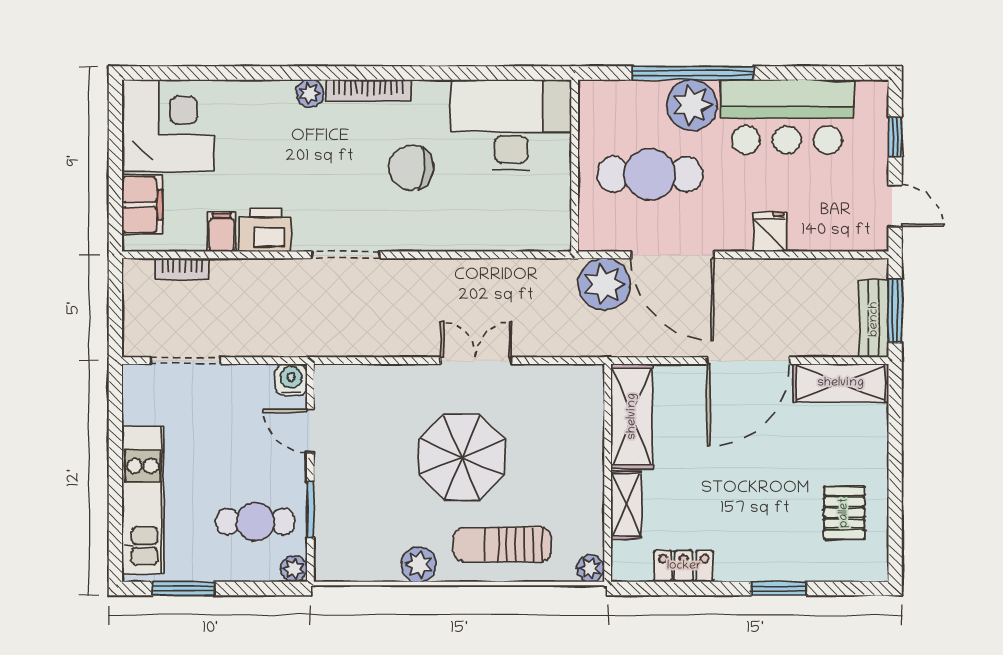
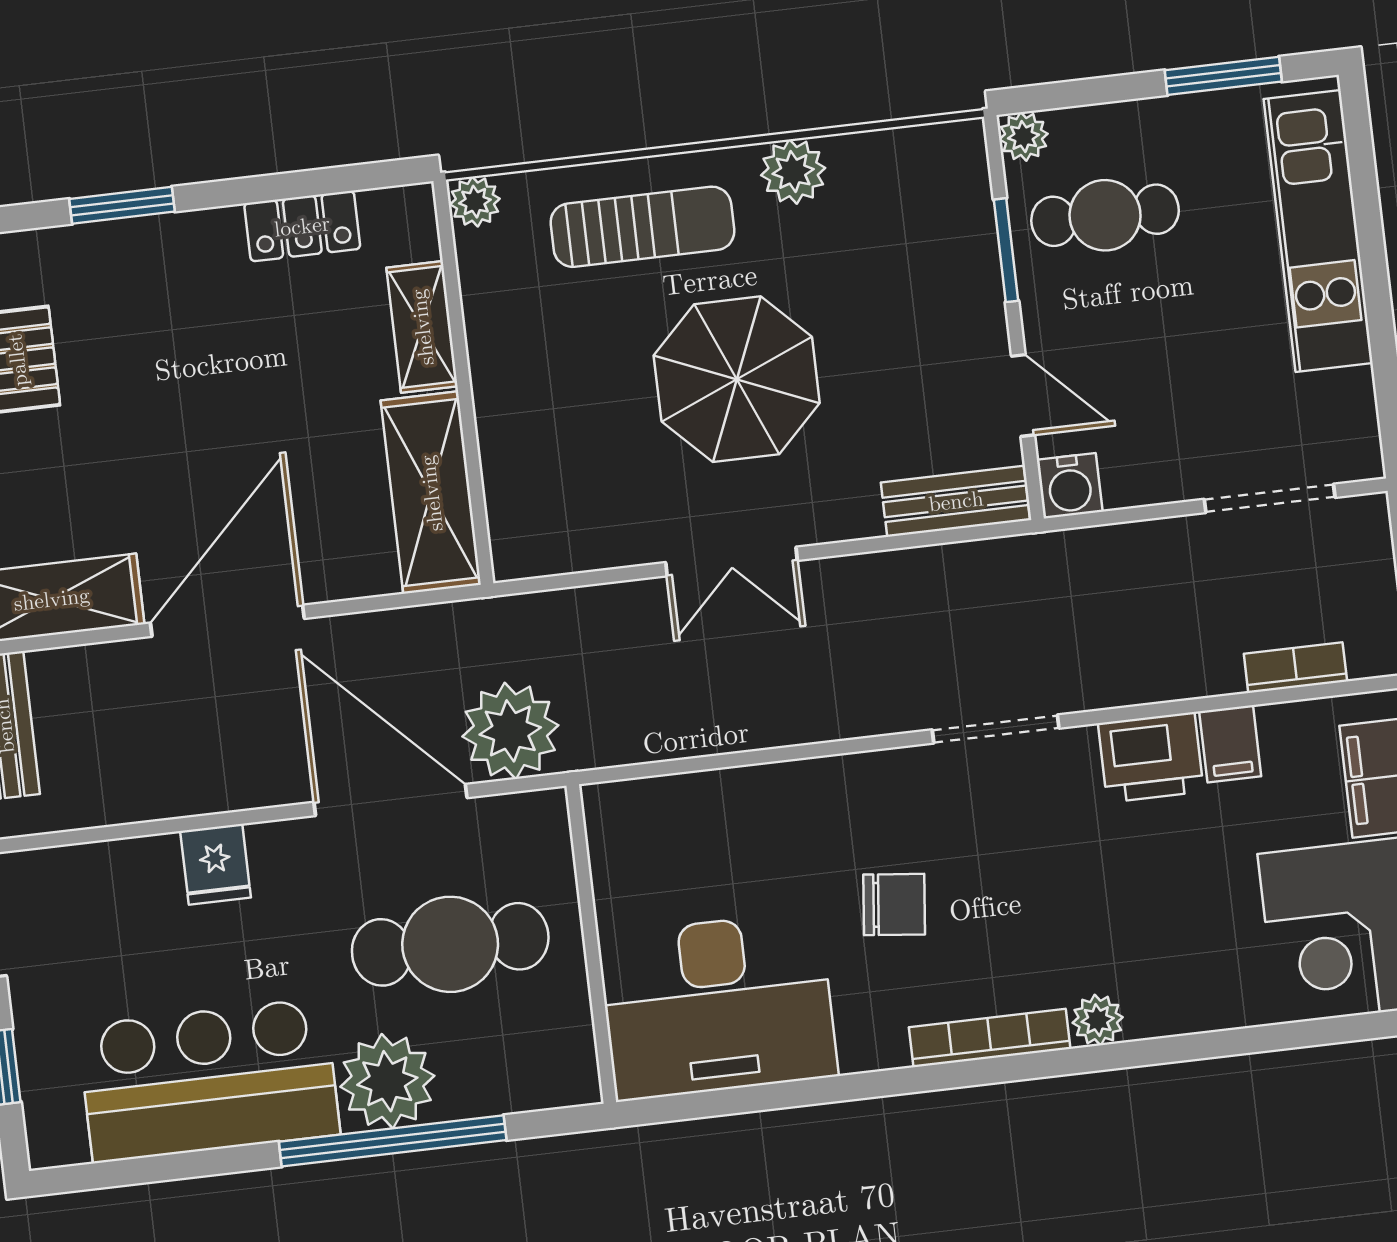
chair: (411, 168) -> (894, 905), width x0.73, depth x0.73
bench: (353, 379) -> (956, 501), added

